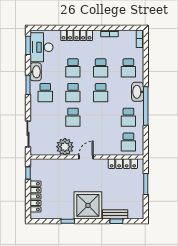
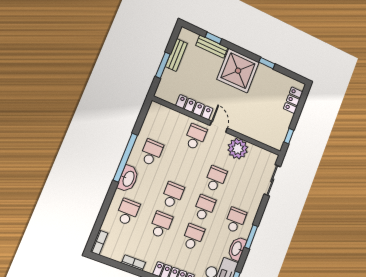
school desk: (128, 142) -> (195, 137), moved
door: (86, 157) -> (219, 127), swing flipped
locker: (123, 164) -> (194, 107), moved
bench: (139, 196) -> (176, 55), added
locker: (35, 197) -> (293, 100), width x0.66

